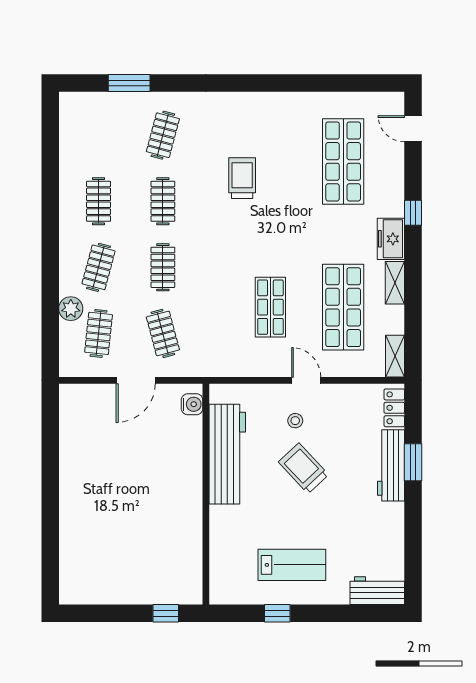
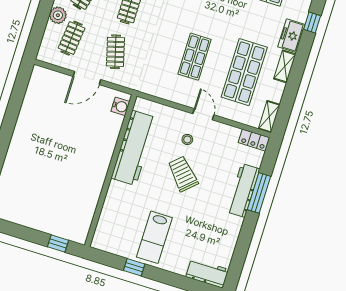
locker: (394, 408) -> (254, 140), moved, turned -90
window: (413, 462) -> (259, 193), width x1.44
lab bench: (292, 565) -> (154, 237), turned 90

